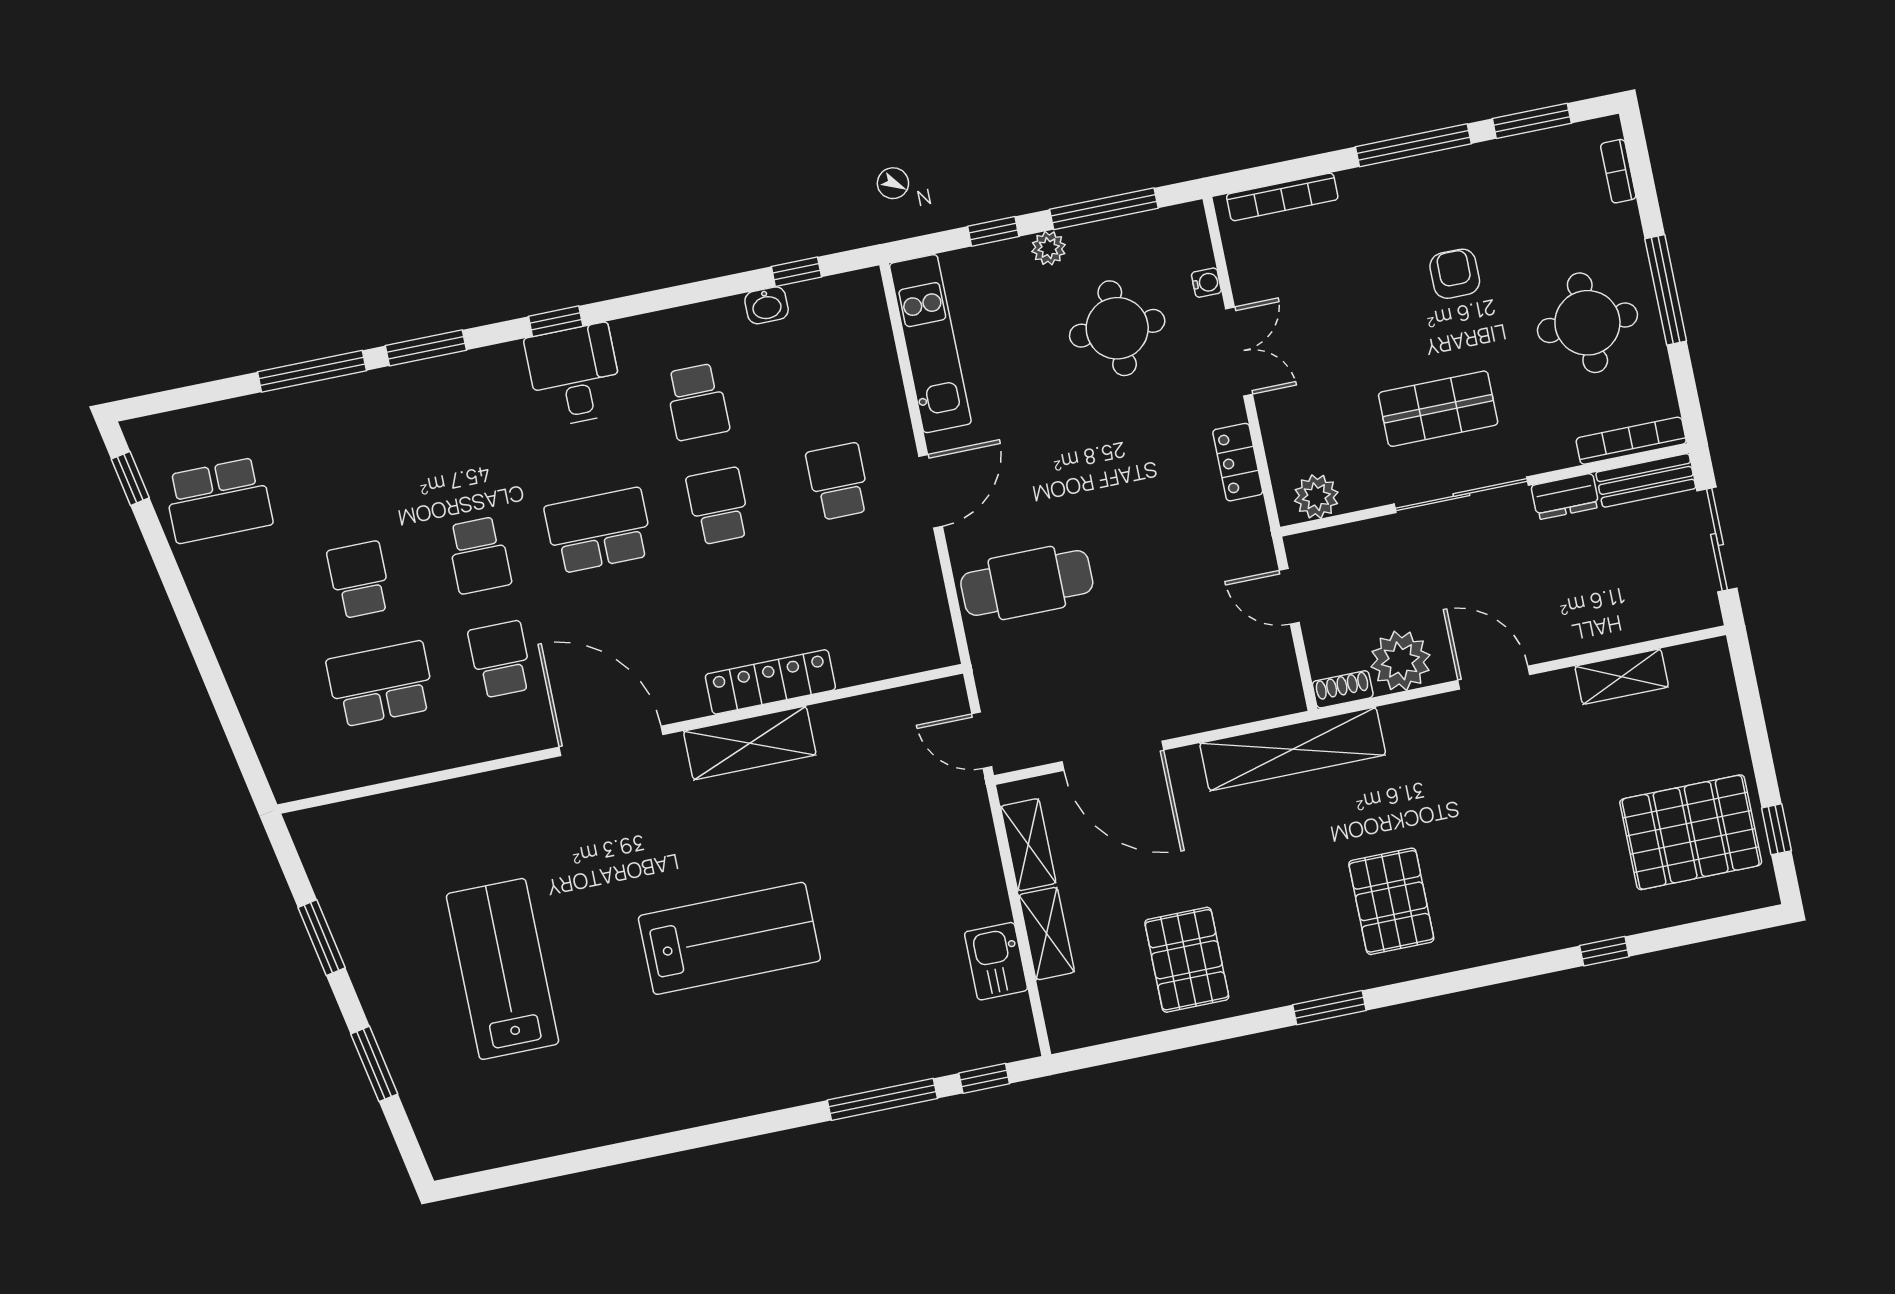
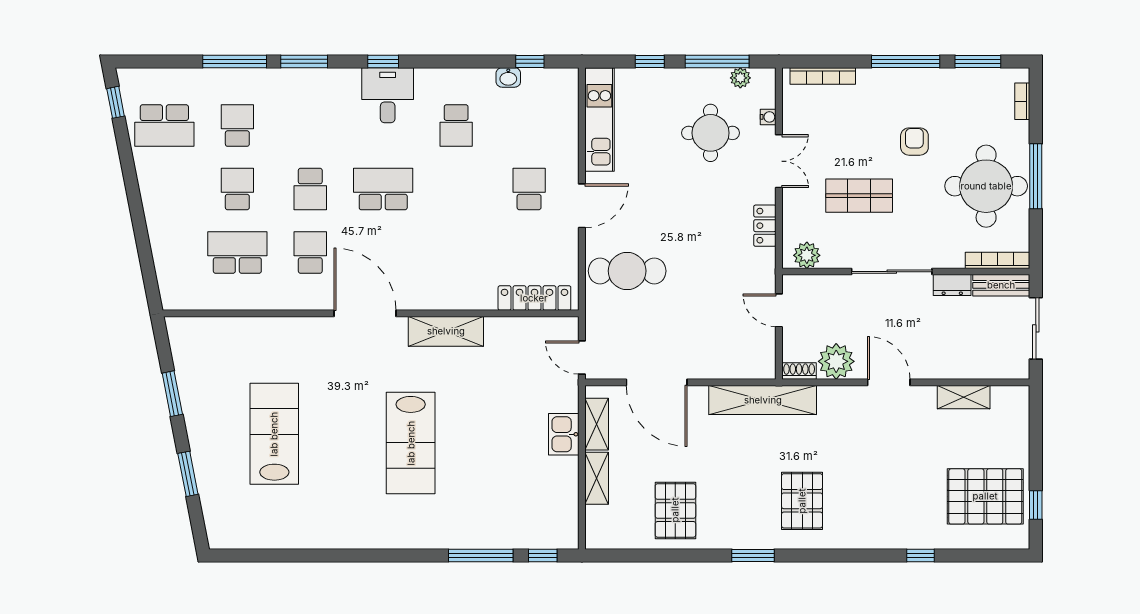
plant: (1049, 248) -> (740, 78), moved
round table: (1587, 323) -> (986, 186), width x1.36, depth x1.36
shop shelf: (1438, 409) -> (859, 196), moved
school desk: (718, 506) -> (237, 126), moved
locker: (770, 682) -> (534, 298), moved
lab bench: (729, 938) -> (411, 443), turned 90
kitchen sink: (996, 961) -> (564, 434), moved

